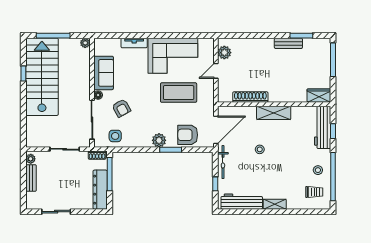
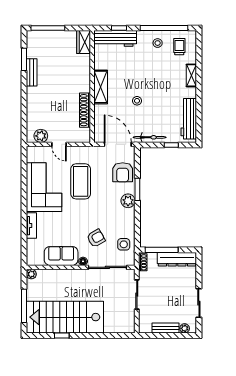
plant: (31, 159) -> (185, 328), moved
shelving: (275, 204) -> (191, 75), moved

